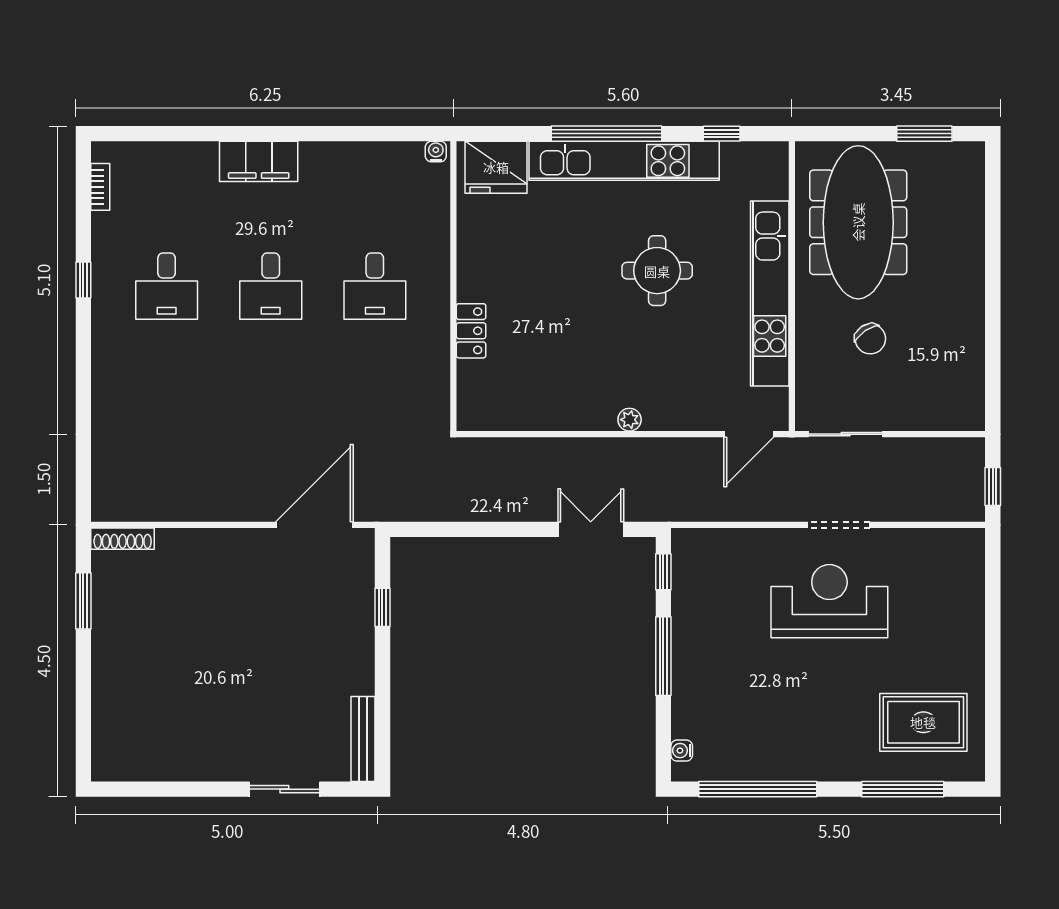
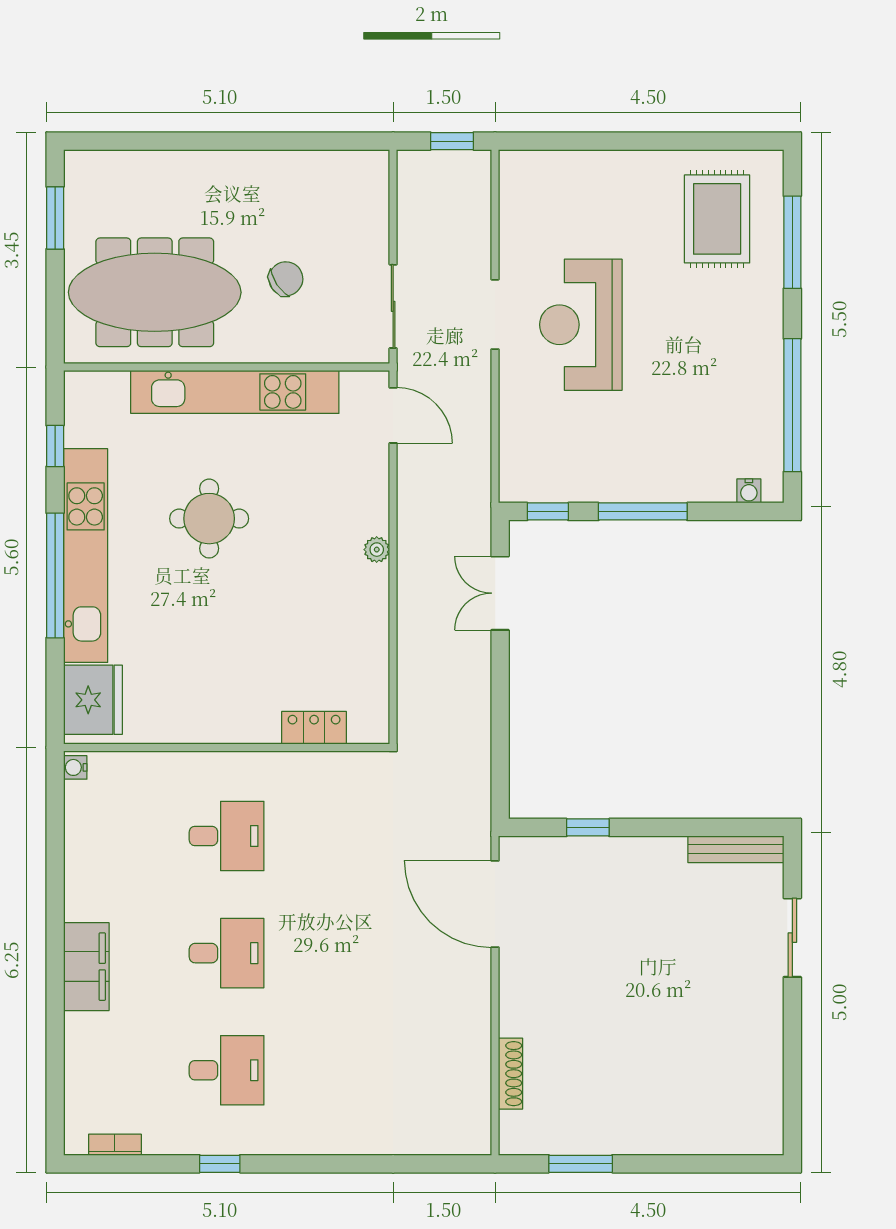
locker: (471, 331) -> (314, 728), moved
shoe rack: (123, 539) -> (510, 1074), moved

